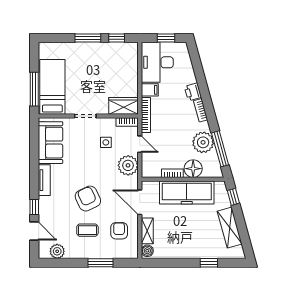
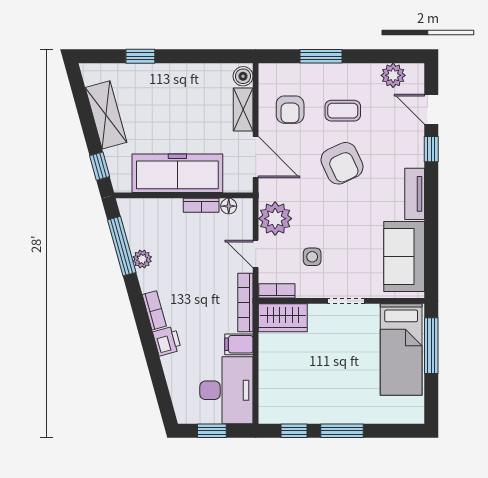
plant: (203, 142) -> (142, 259), width x0.53, depth x0.53
floor lamp: (193, 169) -> (229, 206), moved, width x0.53, depth x0.53

